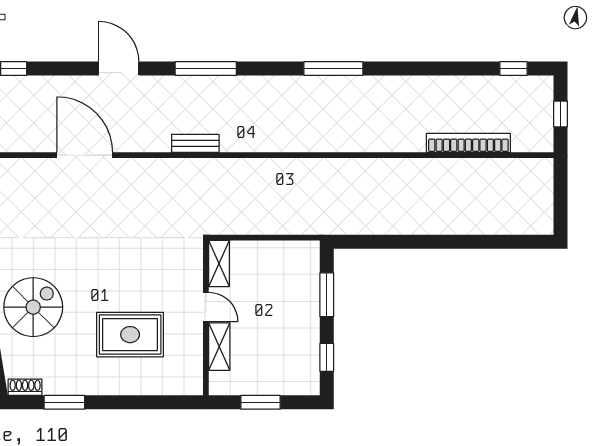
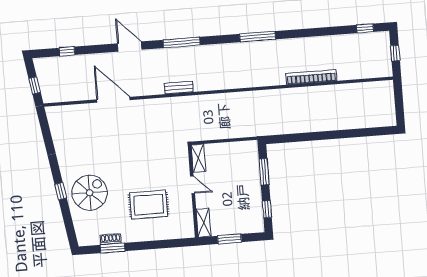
bookcase: (468, 143) -> (311, 77), moved
shelving: (219, 347) -> (203, 223), moved
shoe rack: (25, 387) -> (111, 239), moved

